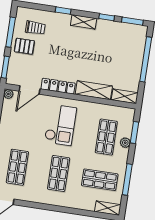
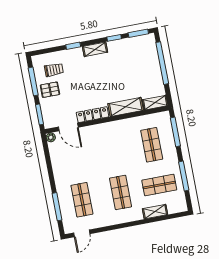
door: (29, 90) -> (68, 127), hinge flipped
checkout: (61, 125) -> (107, 148), removed
window: (134, 132) -> (175, 132), width x1.44
plant: (125, 143) -> (170, 144), removed
shelving: (108, 208) -> (155, 212), moved

